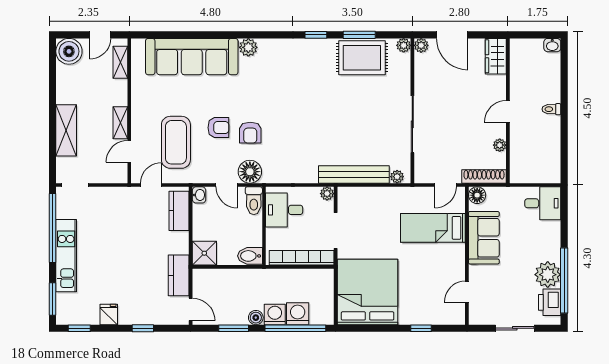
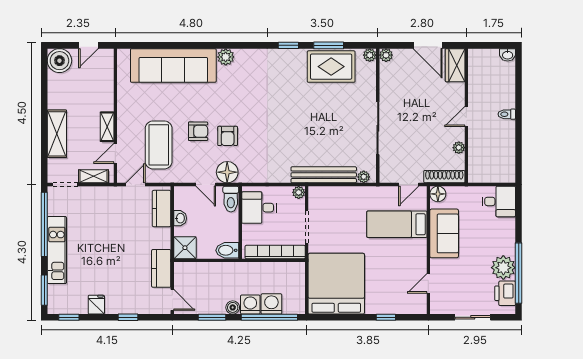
door: (452, 35) -> (428, 45), moved
shelving: (120, 62) -> (93, 176), moved, turned 90
washbasin: (199, 195) -> (180, 218), moved

